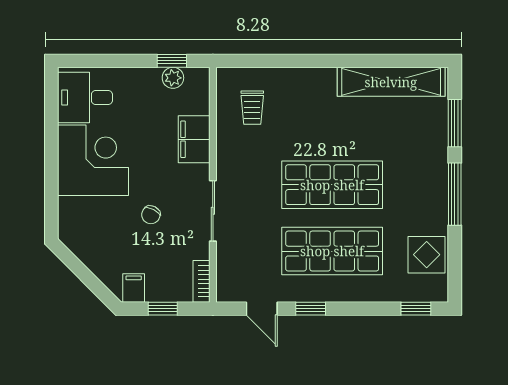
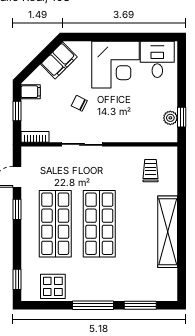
shelving: (391, 82) -> (168, 232), moved
trolley: (252, 108) -> (151, 171), turned 90
filing cabinet: (194, 139) -> (59, 61), moved, turned 135

